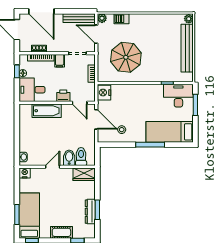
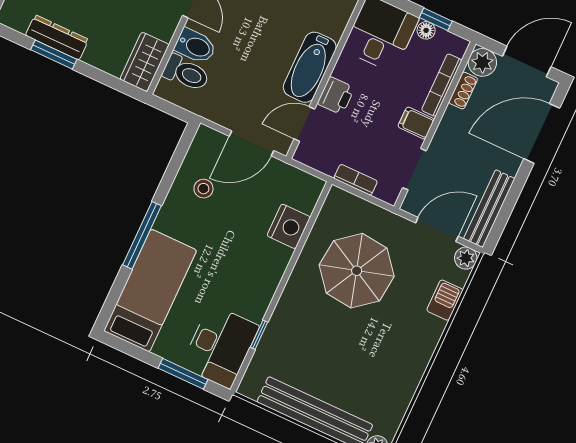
plant: (25, 46) -> (482, 62), added
nightstand: (104, 93) -> (289, 226), moved, turned 90
bathtub: (47, 111) -> (310, 67), moved

